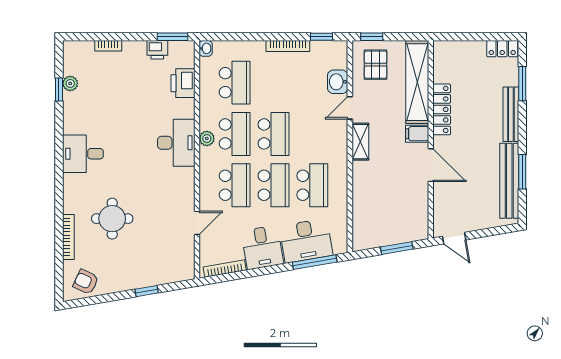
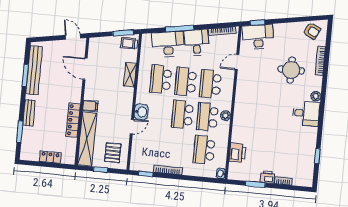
window: (173, 37) -> (255, 184), moved
window: (372, 37) -> (100, 170), moved
locker: (502, 49) -> (50, 157), moved
printer: (157, 50) -> (267, 177), moved
washbasin: (338, 82) -> (141, 112), moved
plant: (70, 83) -> (316, 96), moved
bench: (511, 114) -> (29, 113), width x0.73
shelving: (360, 142) -> (130, 75), moved
desk: (176, 143) -> (258, 37), moved, turned 80
door: (431, 165) -> (85, 69), moved
trolley: (366, 236) -> (129, 43), added
window: (397, 248) -> (123, 33), moved
window: (315, 262) -> (180, 29), moved
window: (147, 291) -> (258, 23), moved

